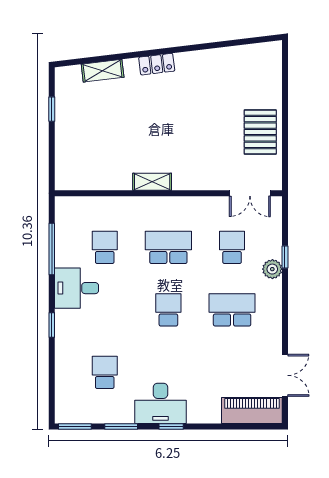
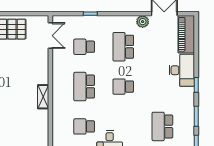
plant: (272, 269) -> (143, 22), moved
school desk: (105, 372) -> (162, 126), width x1.85
desk: (161, 403) -> (182, 70), moved

